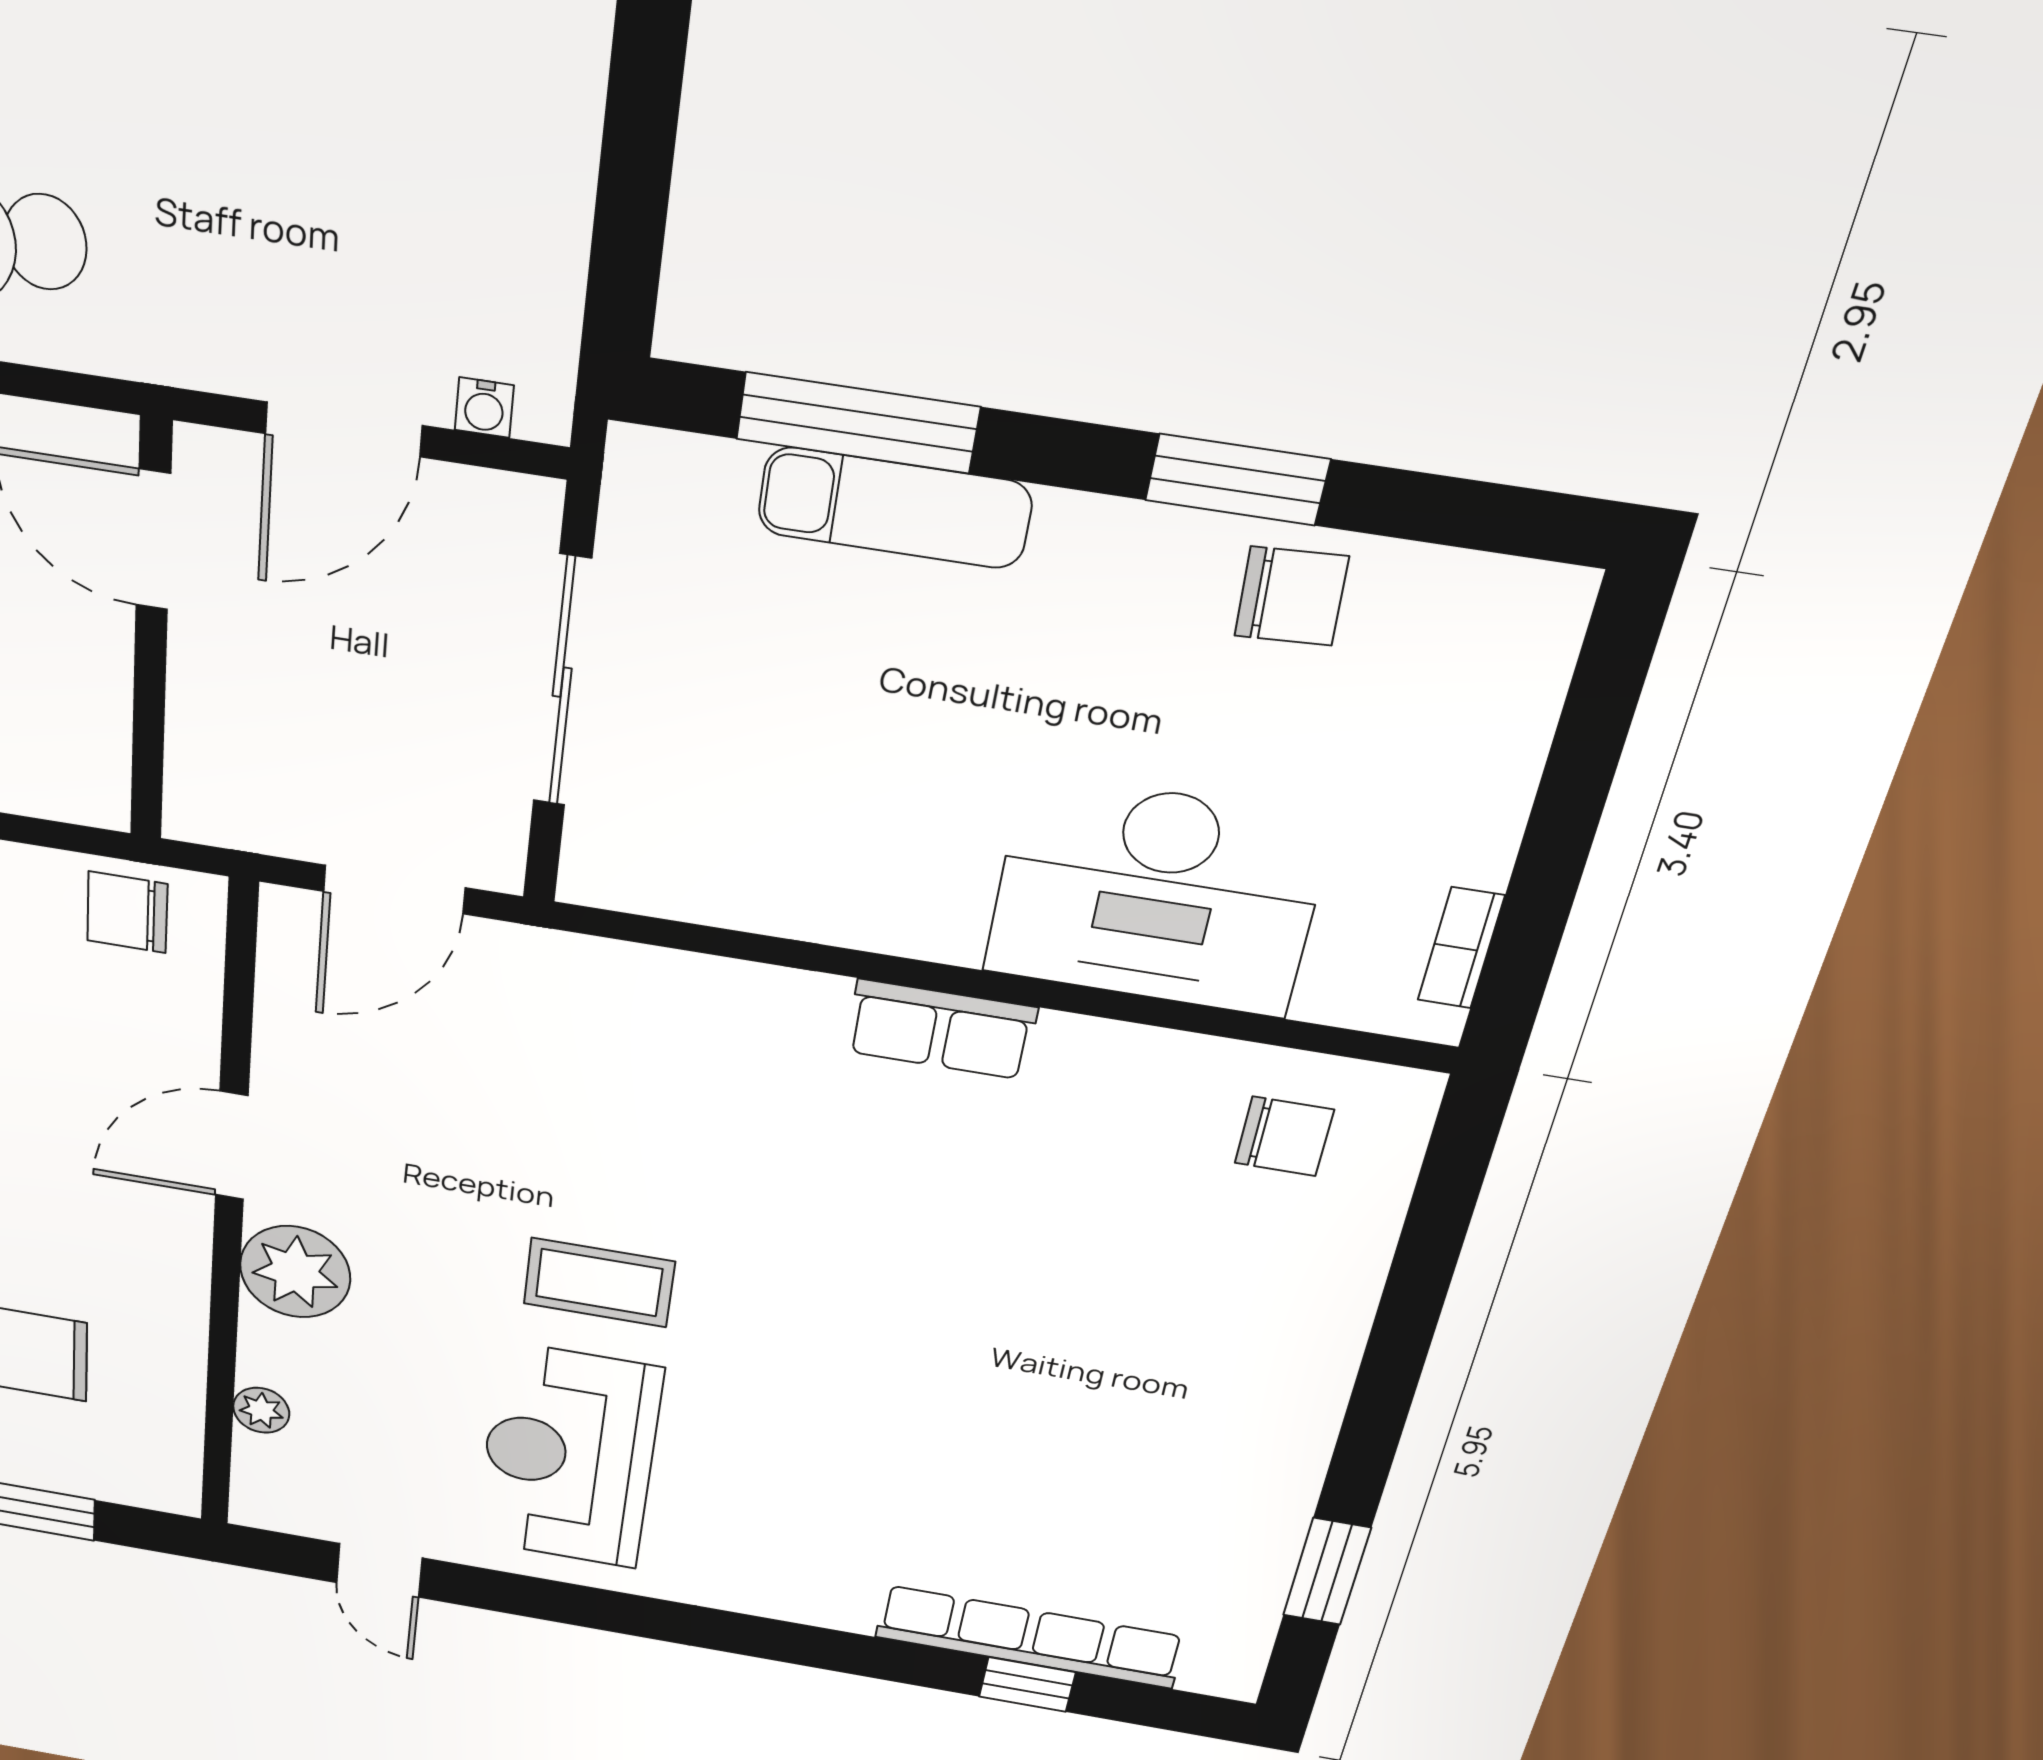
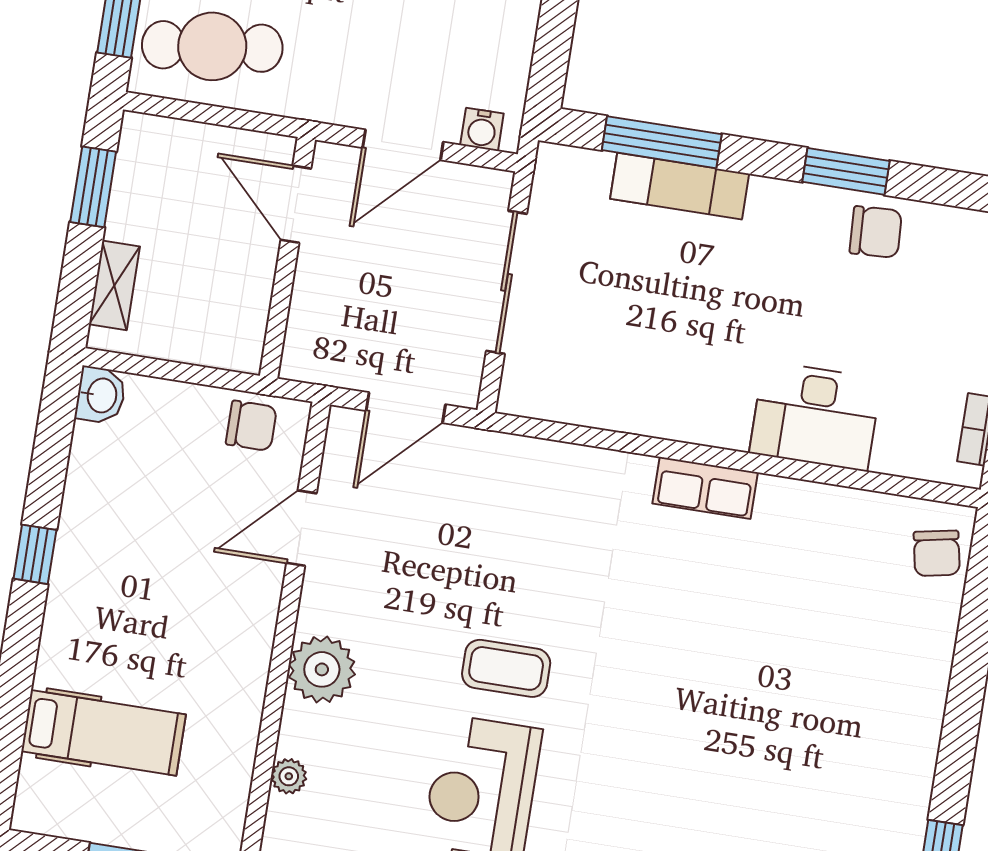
water cooler: (484, 408) -> (482, 129), width x1.38, depth x1.38
desk: (1156, 896) -> (815, 416), width x0.73, depth x0.77
chair: (127, 912) -> (251, 426), turned 180
chair: (1284, 1136) -> (937, 553), moved, turned 79
door: (232, 1146) -> (301, 528), moved

